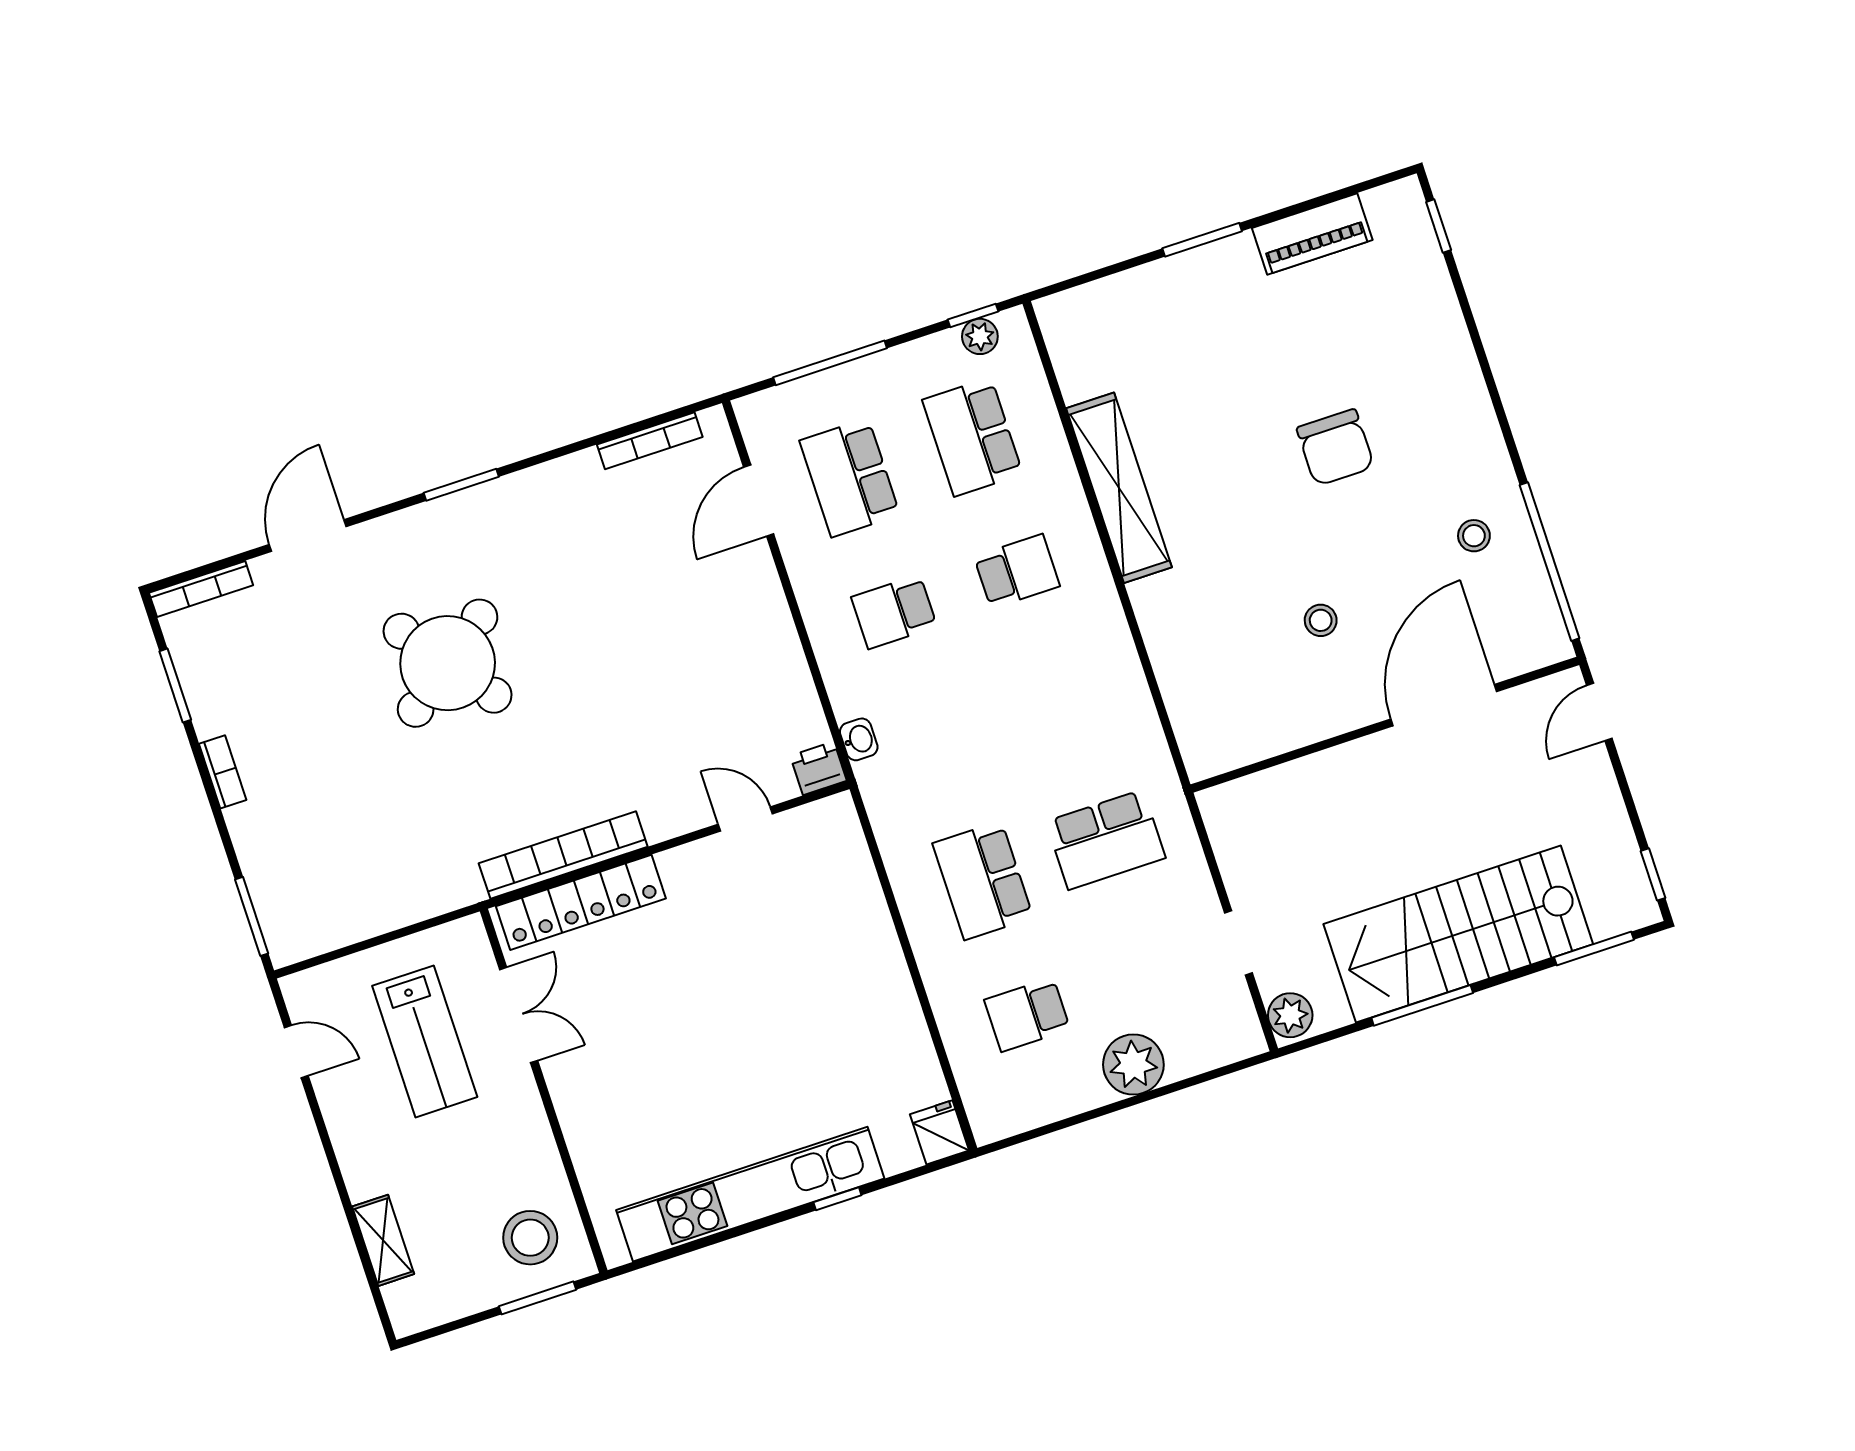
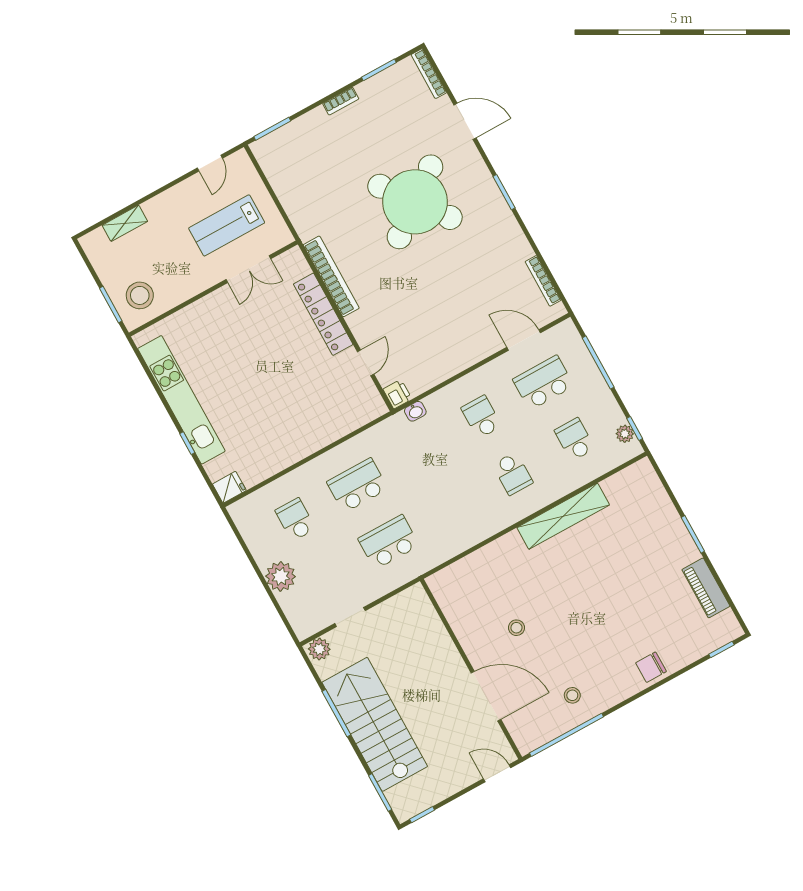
school desk: (973, 437) -> (575, 439), width x0.54
chair: (1335, 447) -> (651, 667), moved, width x0.73, depth x0.73
round table: (448, 663) -> (415, 202), width x1.36, depth x1.36
school desk: (1106, 840) -> (389, 542), turned 90
locker: (581, 902) -> (323, 314), moved

